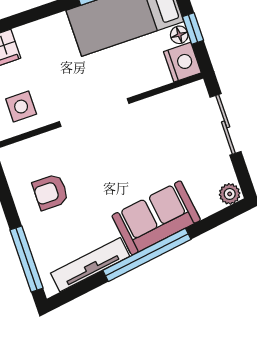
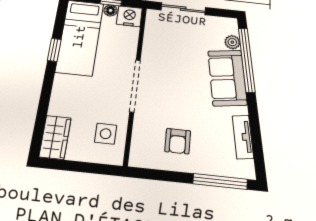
plant: (230, 194) -> (232, 42), moved
window: (147, 255) -> (247, 60), moved
tv unit: (90, 265) -> (243, 137), width x0.71

